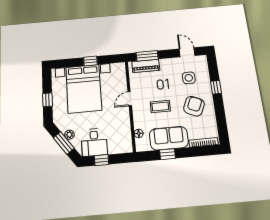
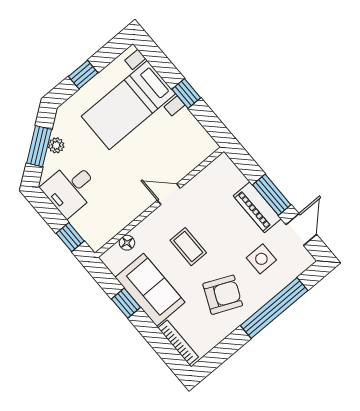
window: (147, 56) -> (272, 195), moved
piano: (146, 66) -> (257, 207), moved
window: (216, 87) -> (274, 308), width x3.17
bed with nightstands: (84, 89) -> (128, 105), width x0.73
window: (101, 160) -> (70, 237), moved

